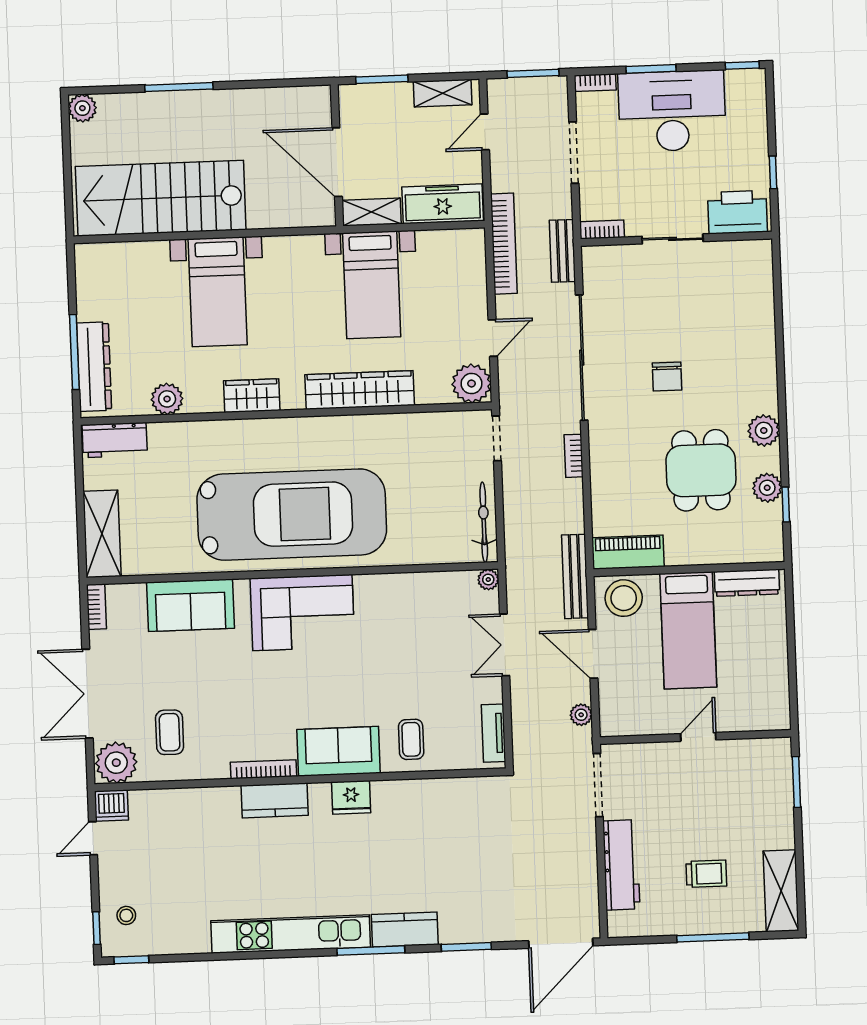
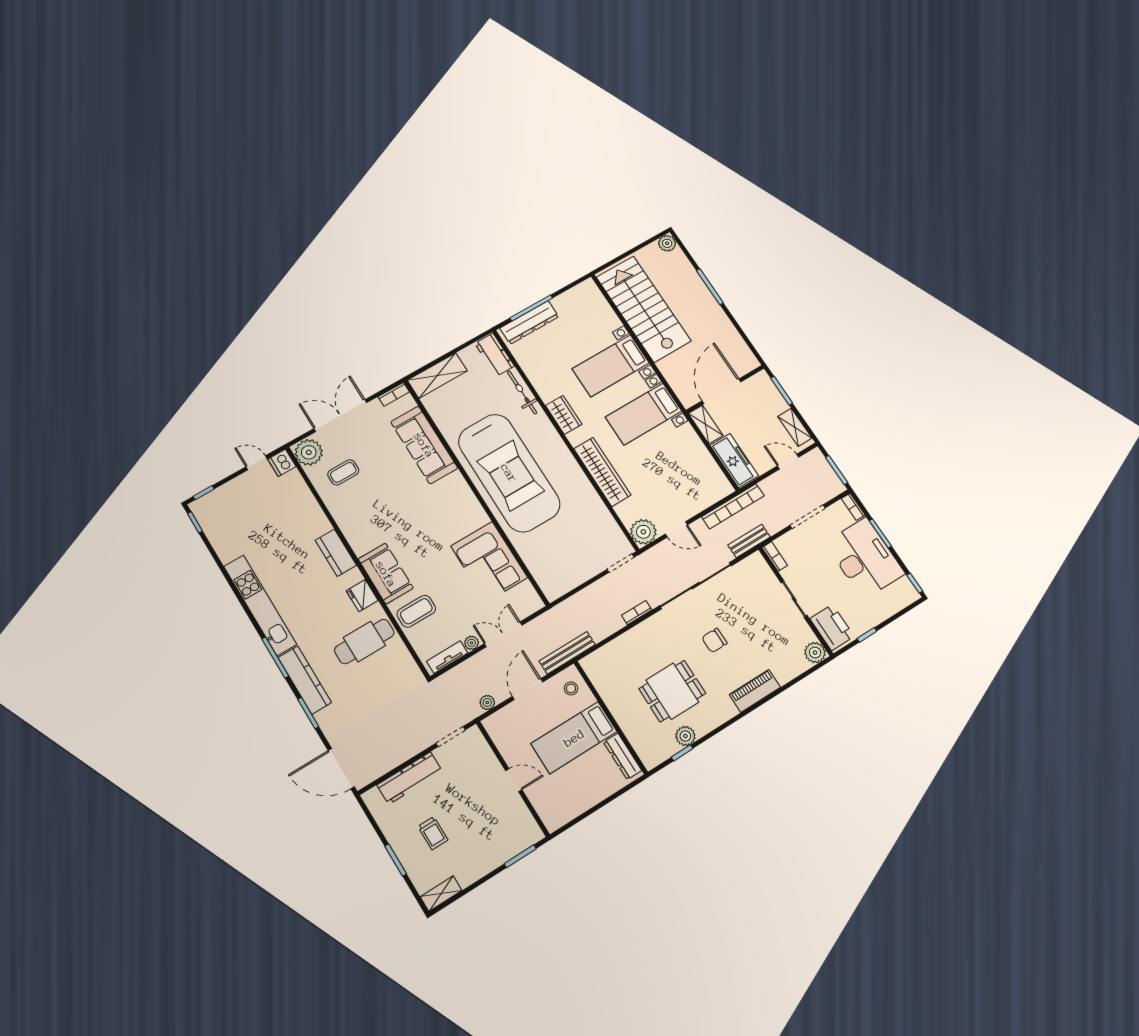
bed with nightstands: (372, 285) -> (644, 414), moved
plant: (167, 399) -> (534, 370), removed
plant: (764, 430) -> (815, 653), moved
bicycle: (484, 522) -> (522, 392), moved, turned -90
piano: (628, 552) -> (755, 691), moved, turned -90
plant: (488, 580) -> (472, 643), moved
stool: (624, 598) -> (571, 688), width x0.53, depth x0.53
sofa: (190, 605) -> (424, 445), width x1.36
corner sofa: (302, 613) -> (489, 562), moved
coffee table: (411, 739) -> (416, 611), width x1.36, depth x1.30
bookcase: (263, 769) -> (351, 537), removed
doorway: (598, 785) -> (451, 737), width x0.73
cafe table: (413, 827) -> (364, 641), added
shelving: (781, 891) -> (441, 894), width x0.67, depth x0.75
stool: (126, 915) -> (220, 505), removed
kitchen counter: (405, 930) -> (305, 680), width x1.50
window: (713, 937) -> (396, 860), width x0.69

